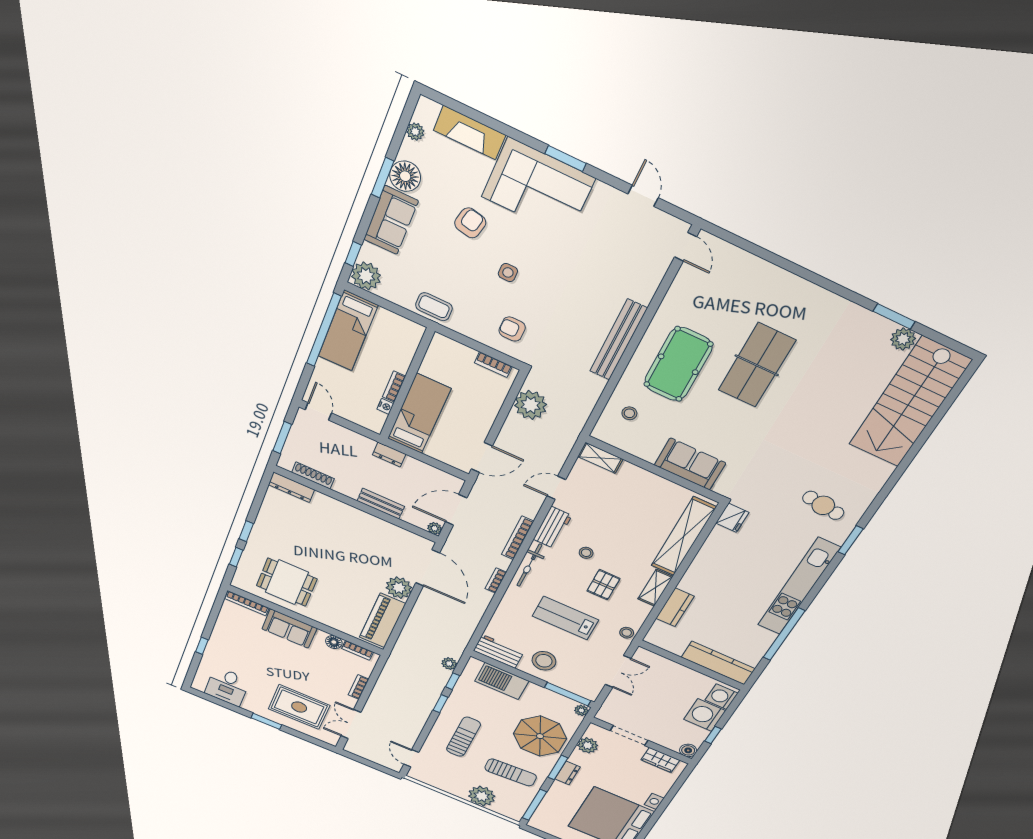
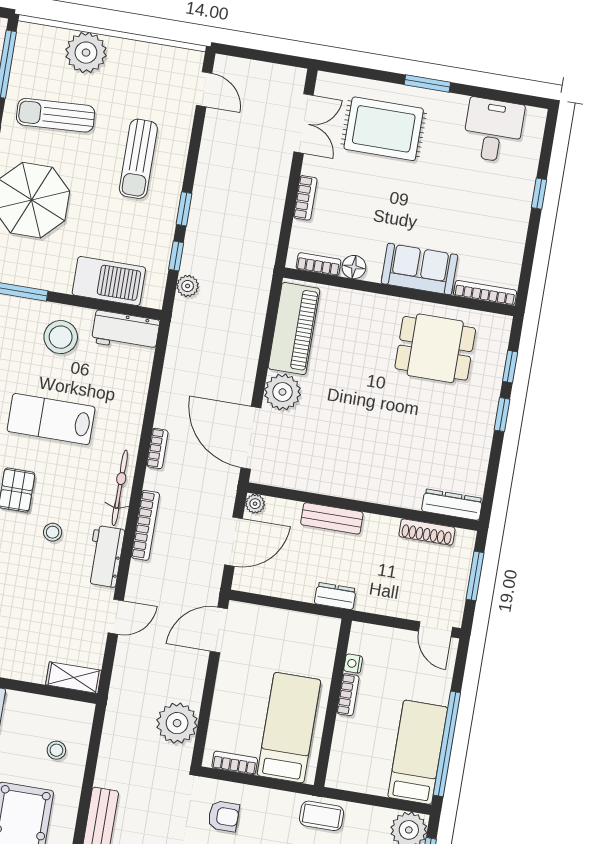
bed: (419, 414) -> (289, 728), moved, turned 180
lab bench: (565, 618) -> (51, 419), turned 180

